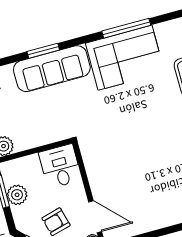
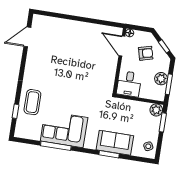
sofa: (52, 69) -> (115, 143), width x0.73

